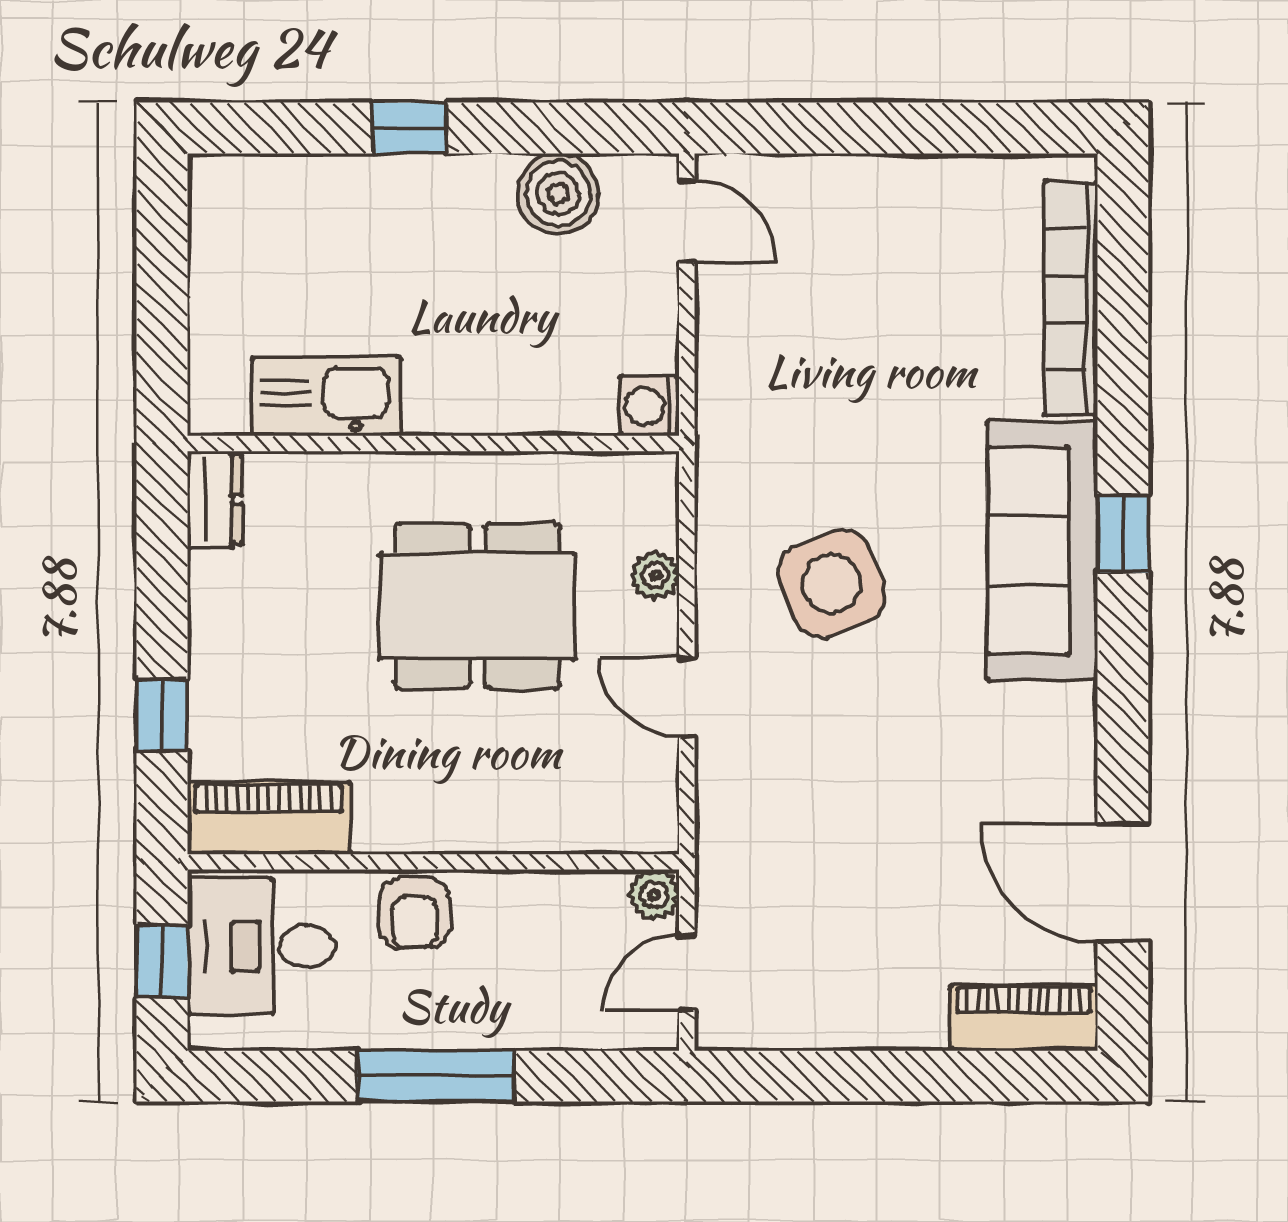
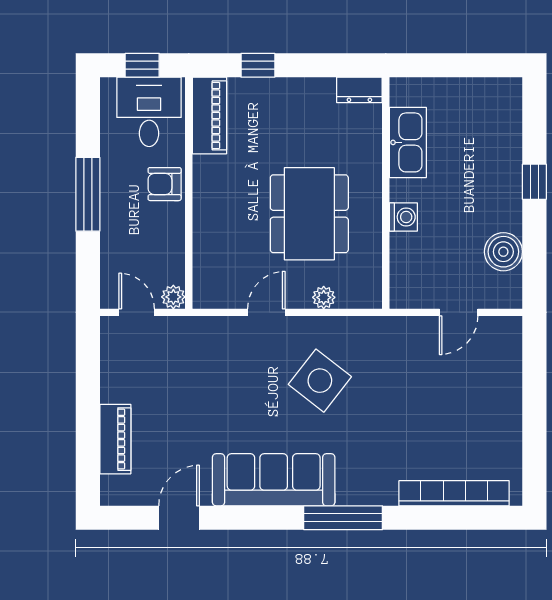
door: (687, 221) -> (459, 312), moved
washing machine: (649, 406) -> (403, 217), moved, turned 90
window: (1123, 534) -> (343, 518), width x2.17
sofa: (1042, 551) -> (274, 480), moved
side table: (832, 583) -> (320, 381), turned -31
door: (1123, 883) -> (179, 518), width x0.73
piano: (1024, 1018) -> (115, 439), moved

